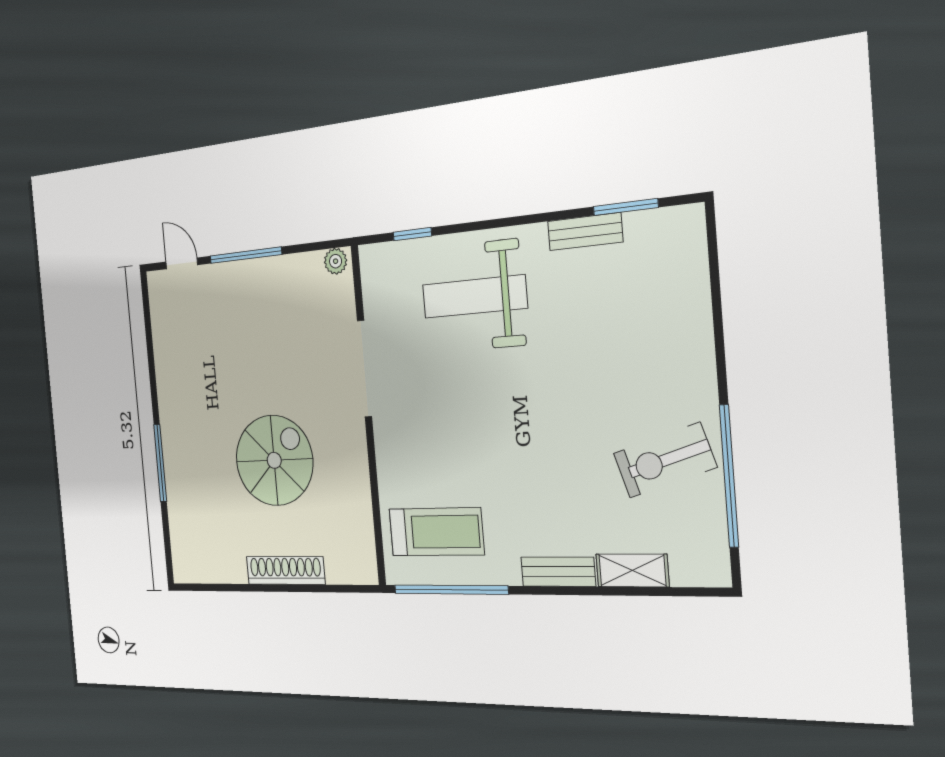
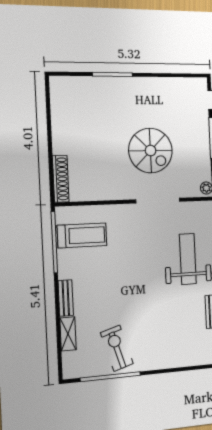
spiral stairs: (274, 460) -> (151, 151), moved
treadmill: (436, 532) -> (82, 235), turned -90
shoe rack: (285, 570) -> (61, 179), moved

